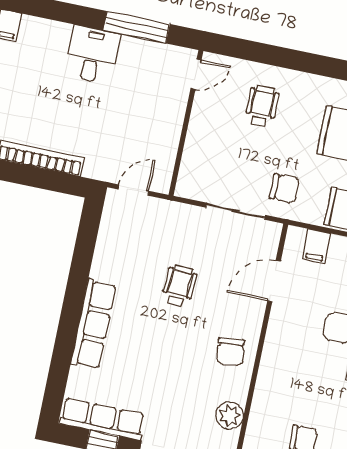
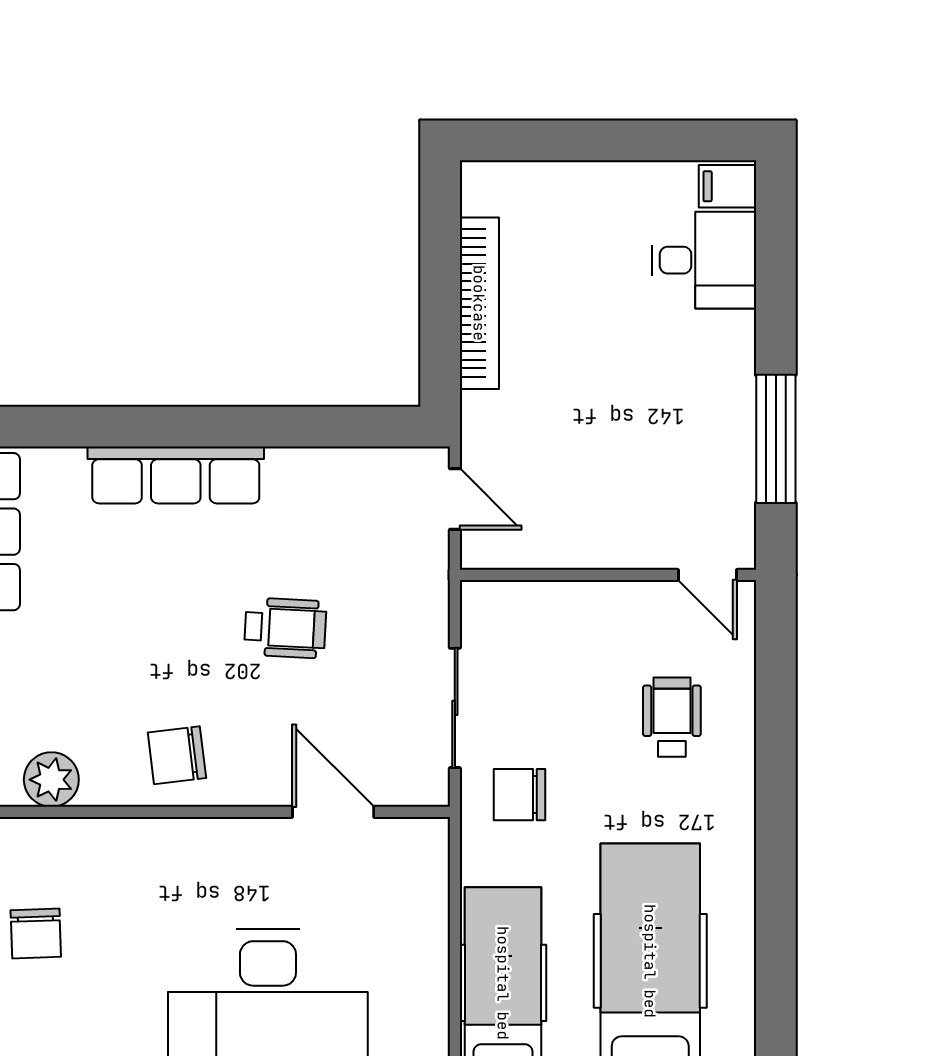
desk: (92, 55) -> (704, 260), moved
wheelchair: (262, 106) -> (672, 717), turned -90
chair: (284, 188) -> (519, 795), turned 90
filing cabinet: (316, 246) -> (419, 881), removed

